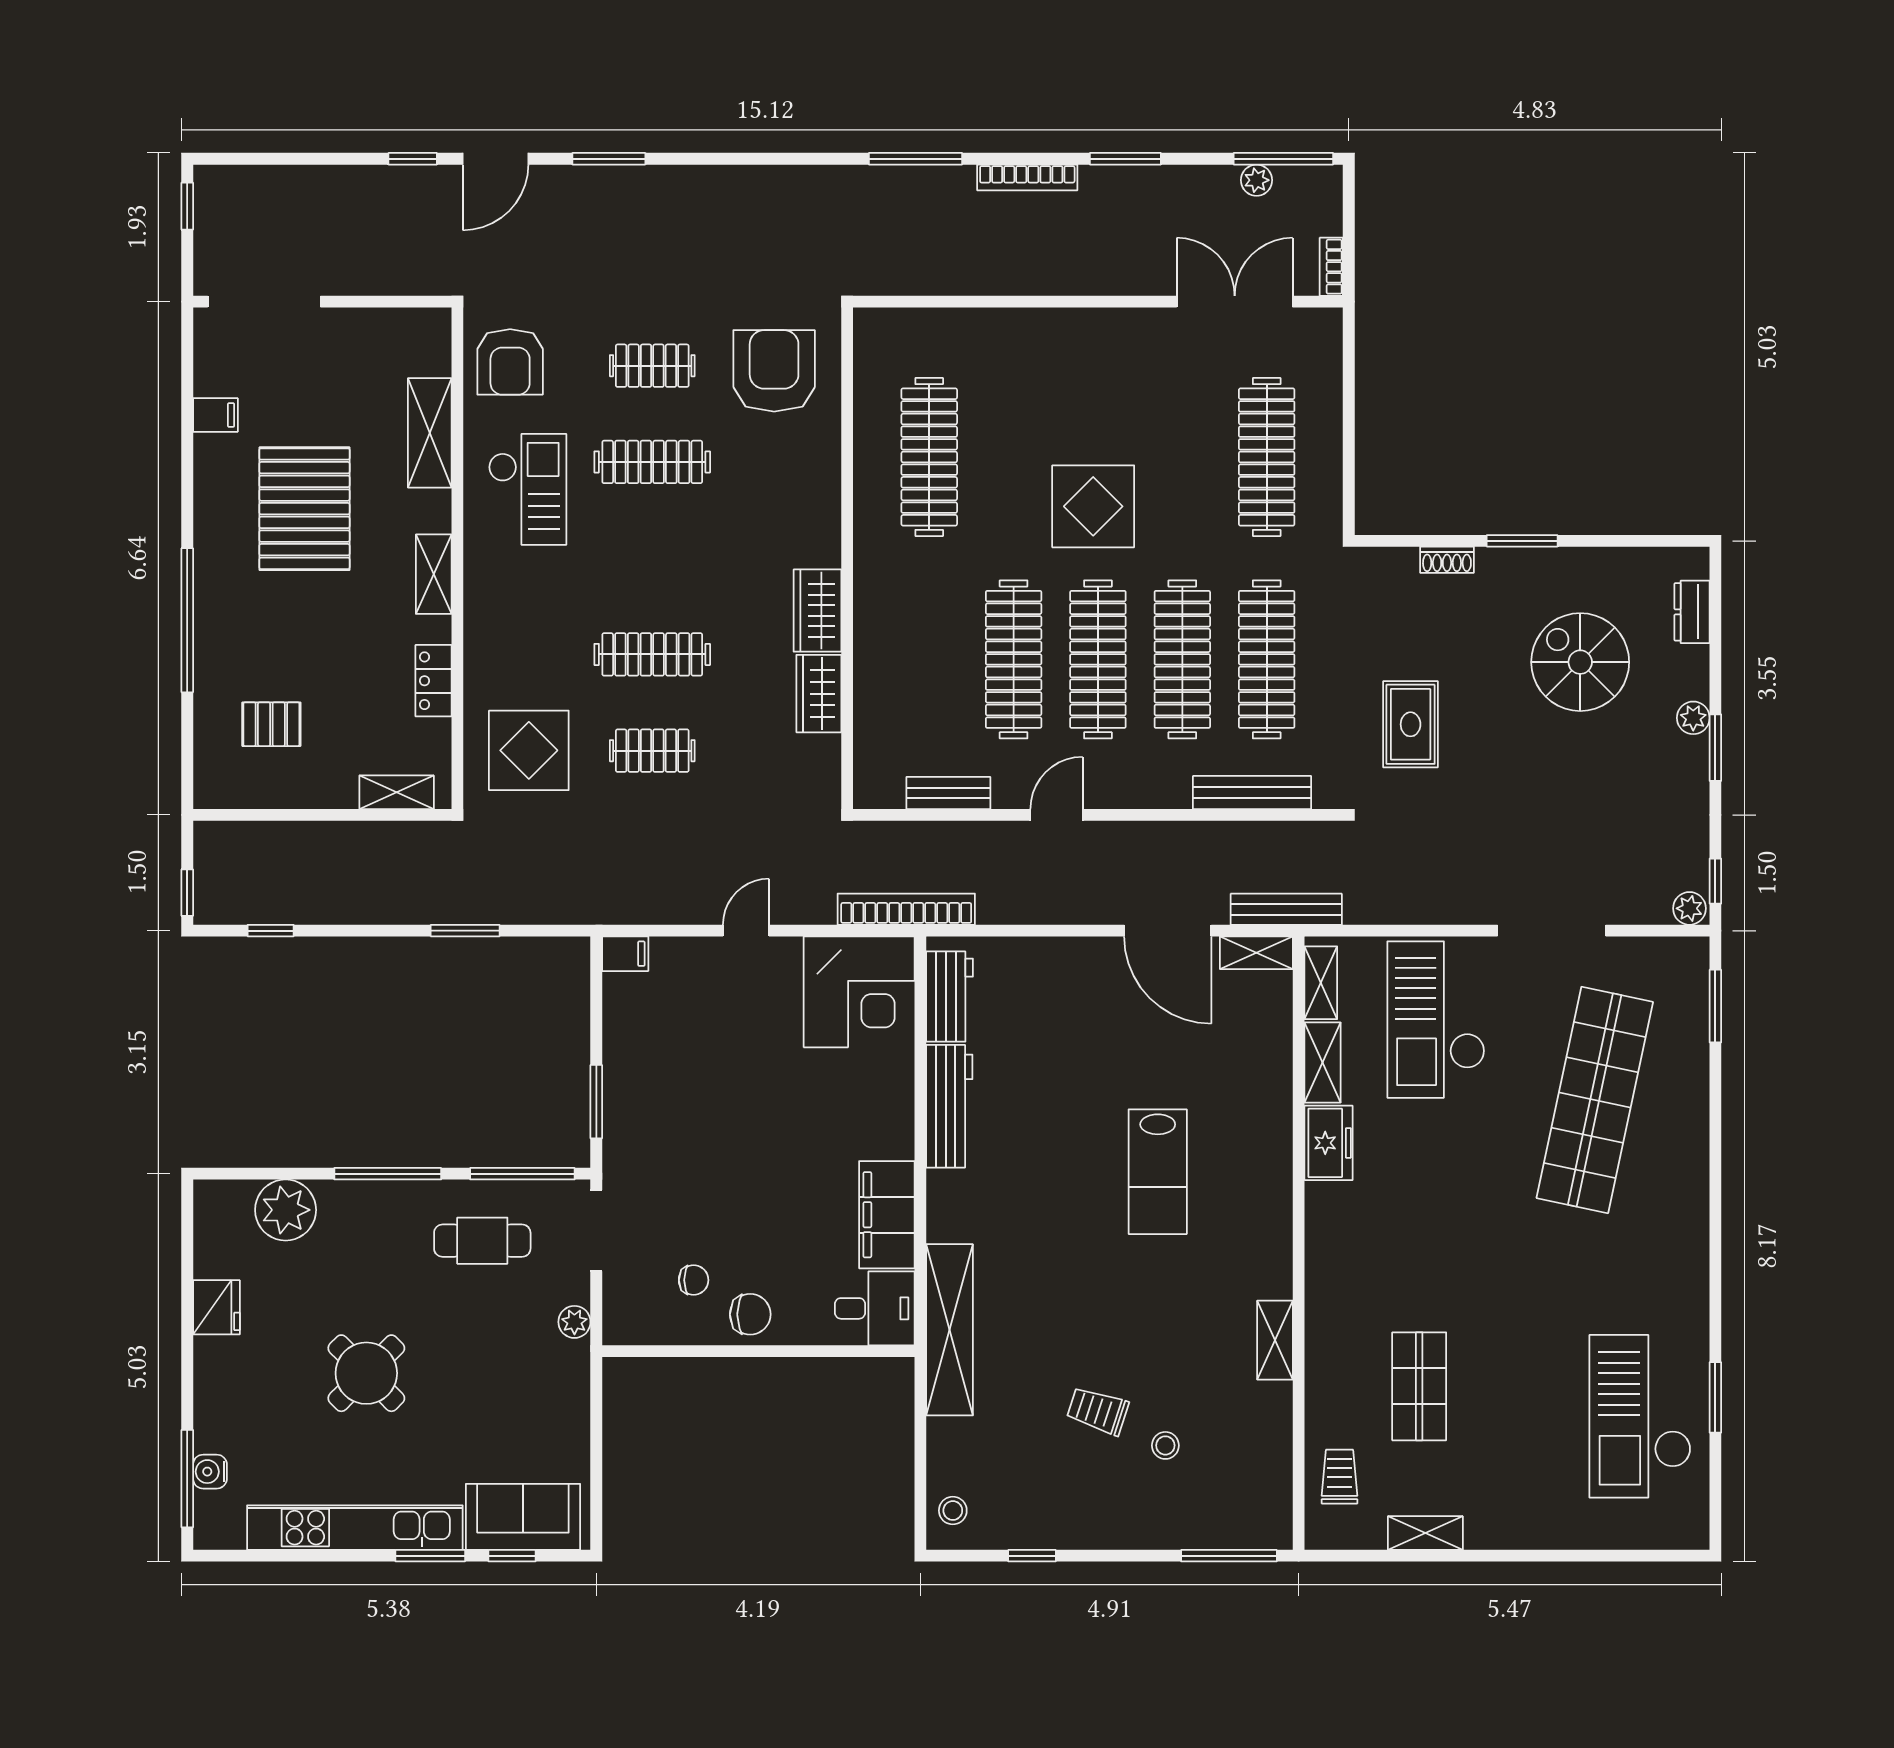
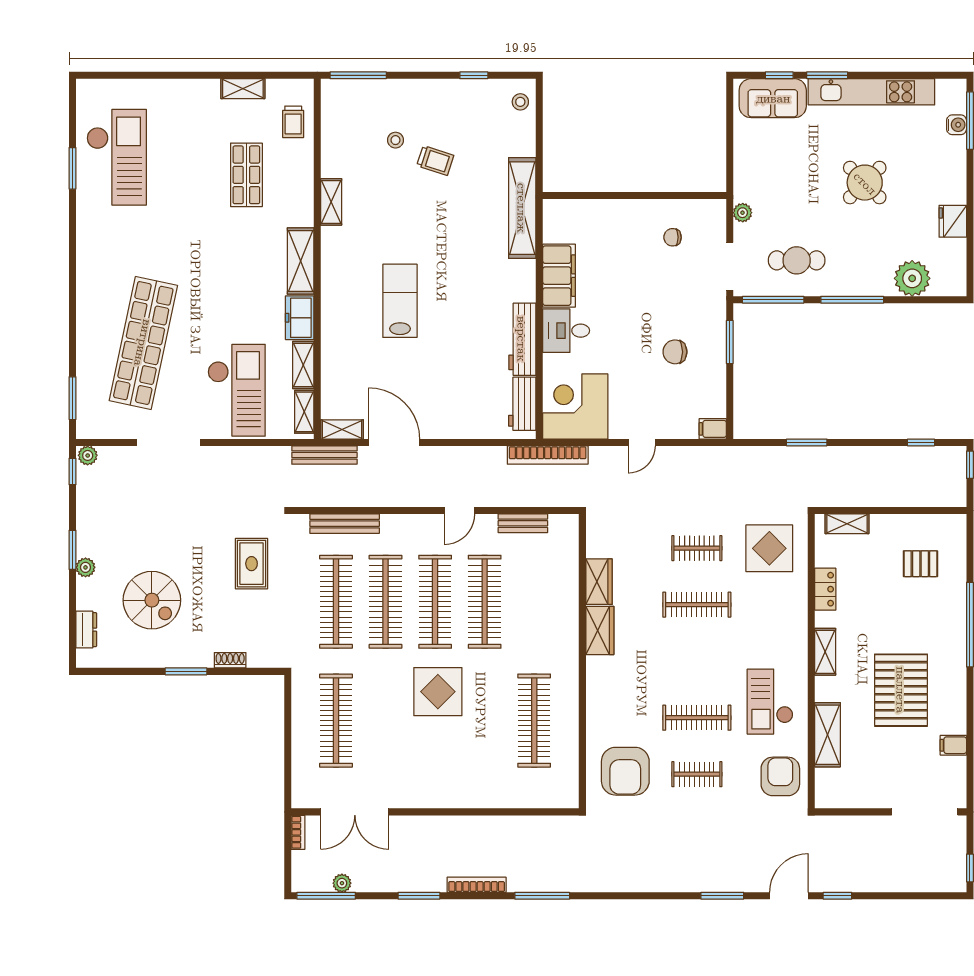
shelving: (1327, 1240) -> (301, 261), added
desk: (875, 1308) -> (566, 331), moved
chair: (750, 1314) -> (675, 352), moved

